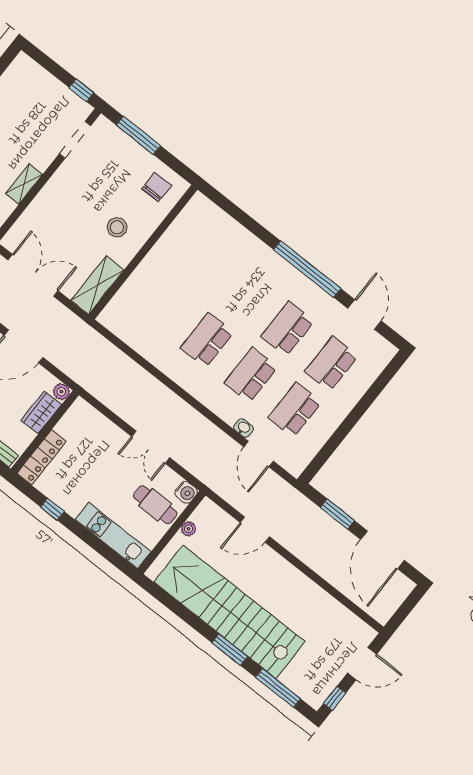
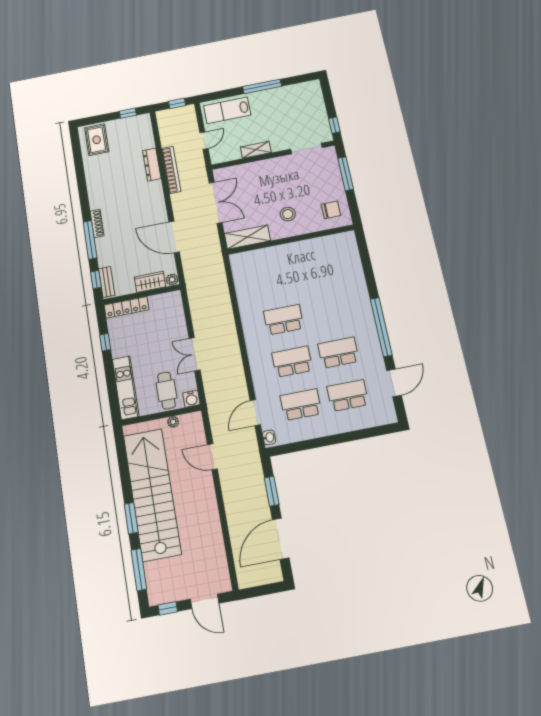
washbasin: (243, 428) -> (269, 437), moved

